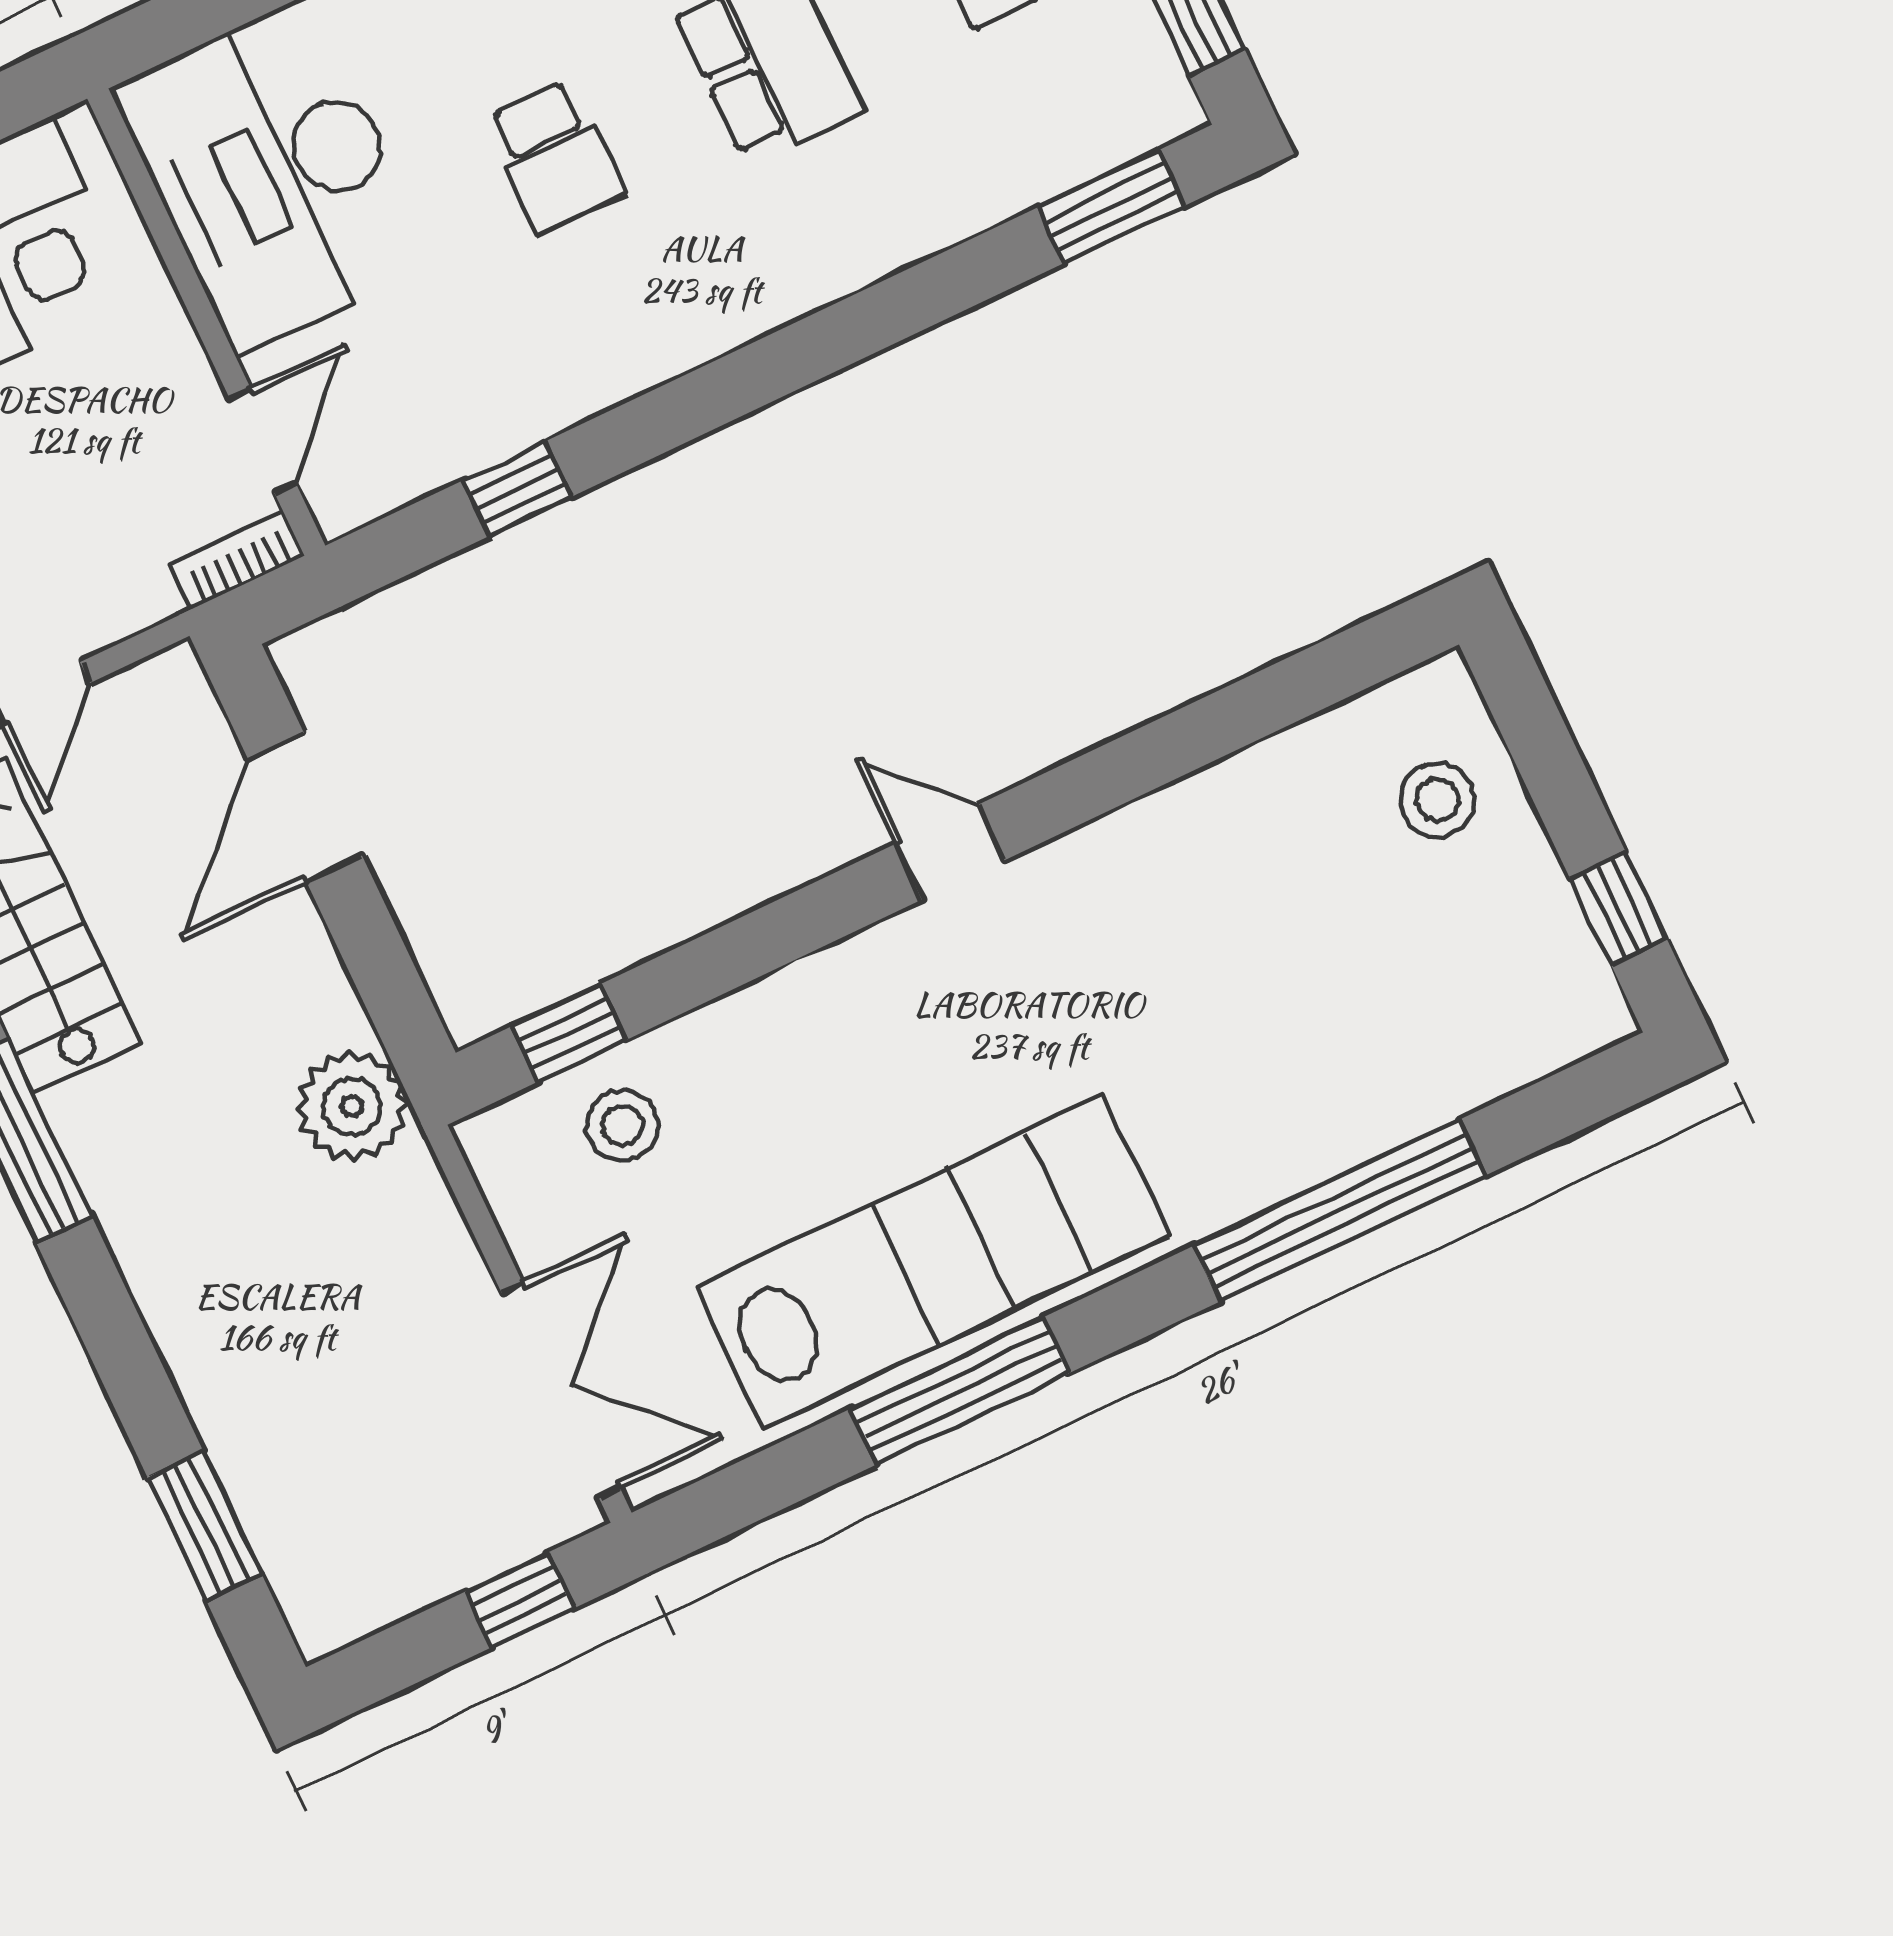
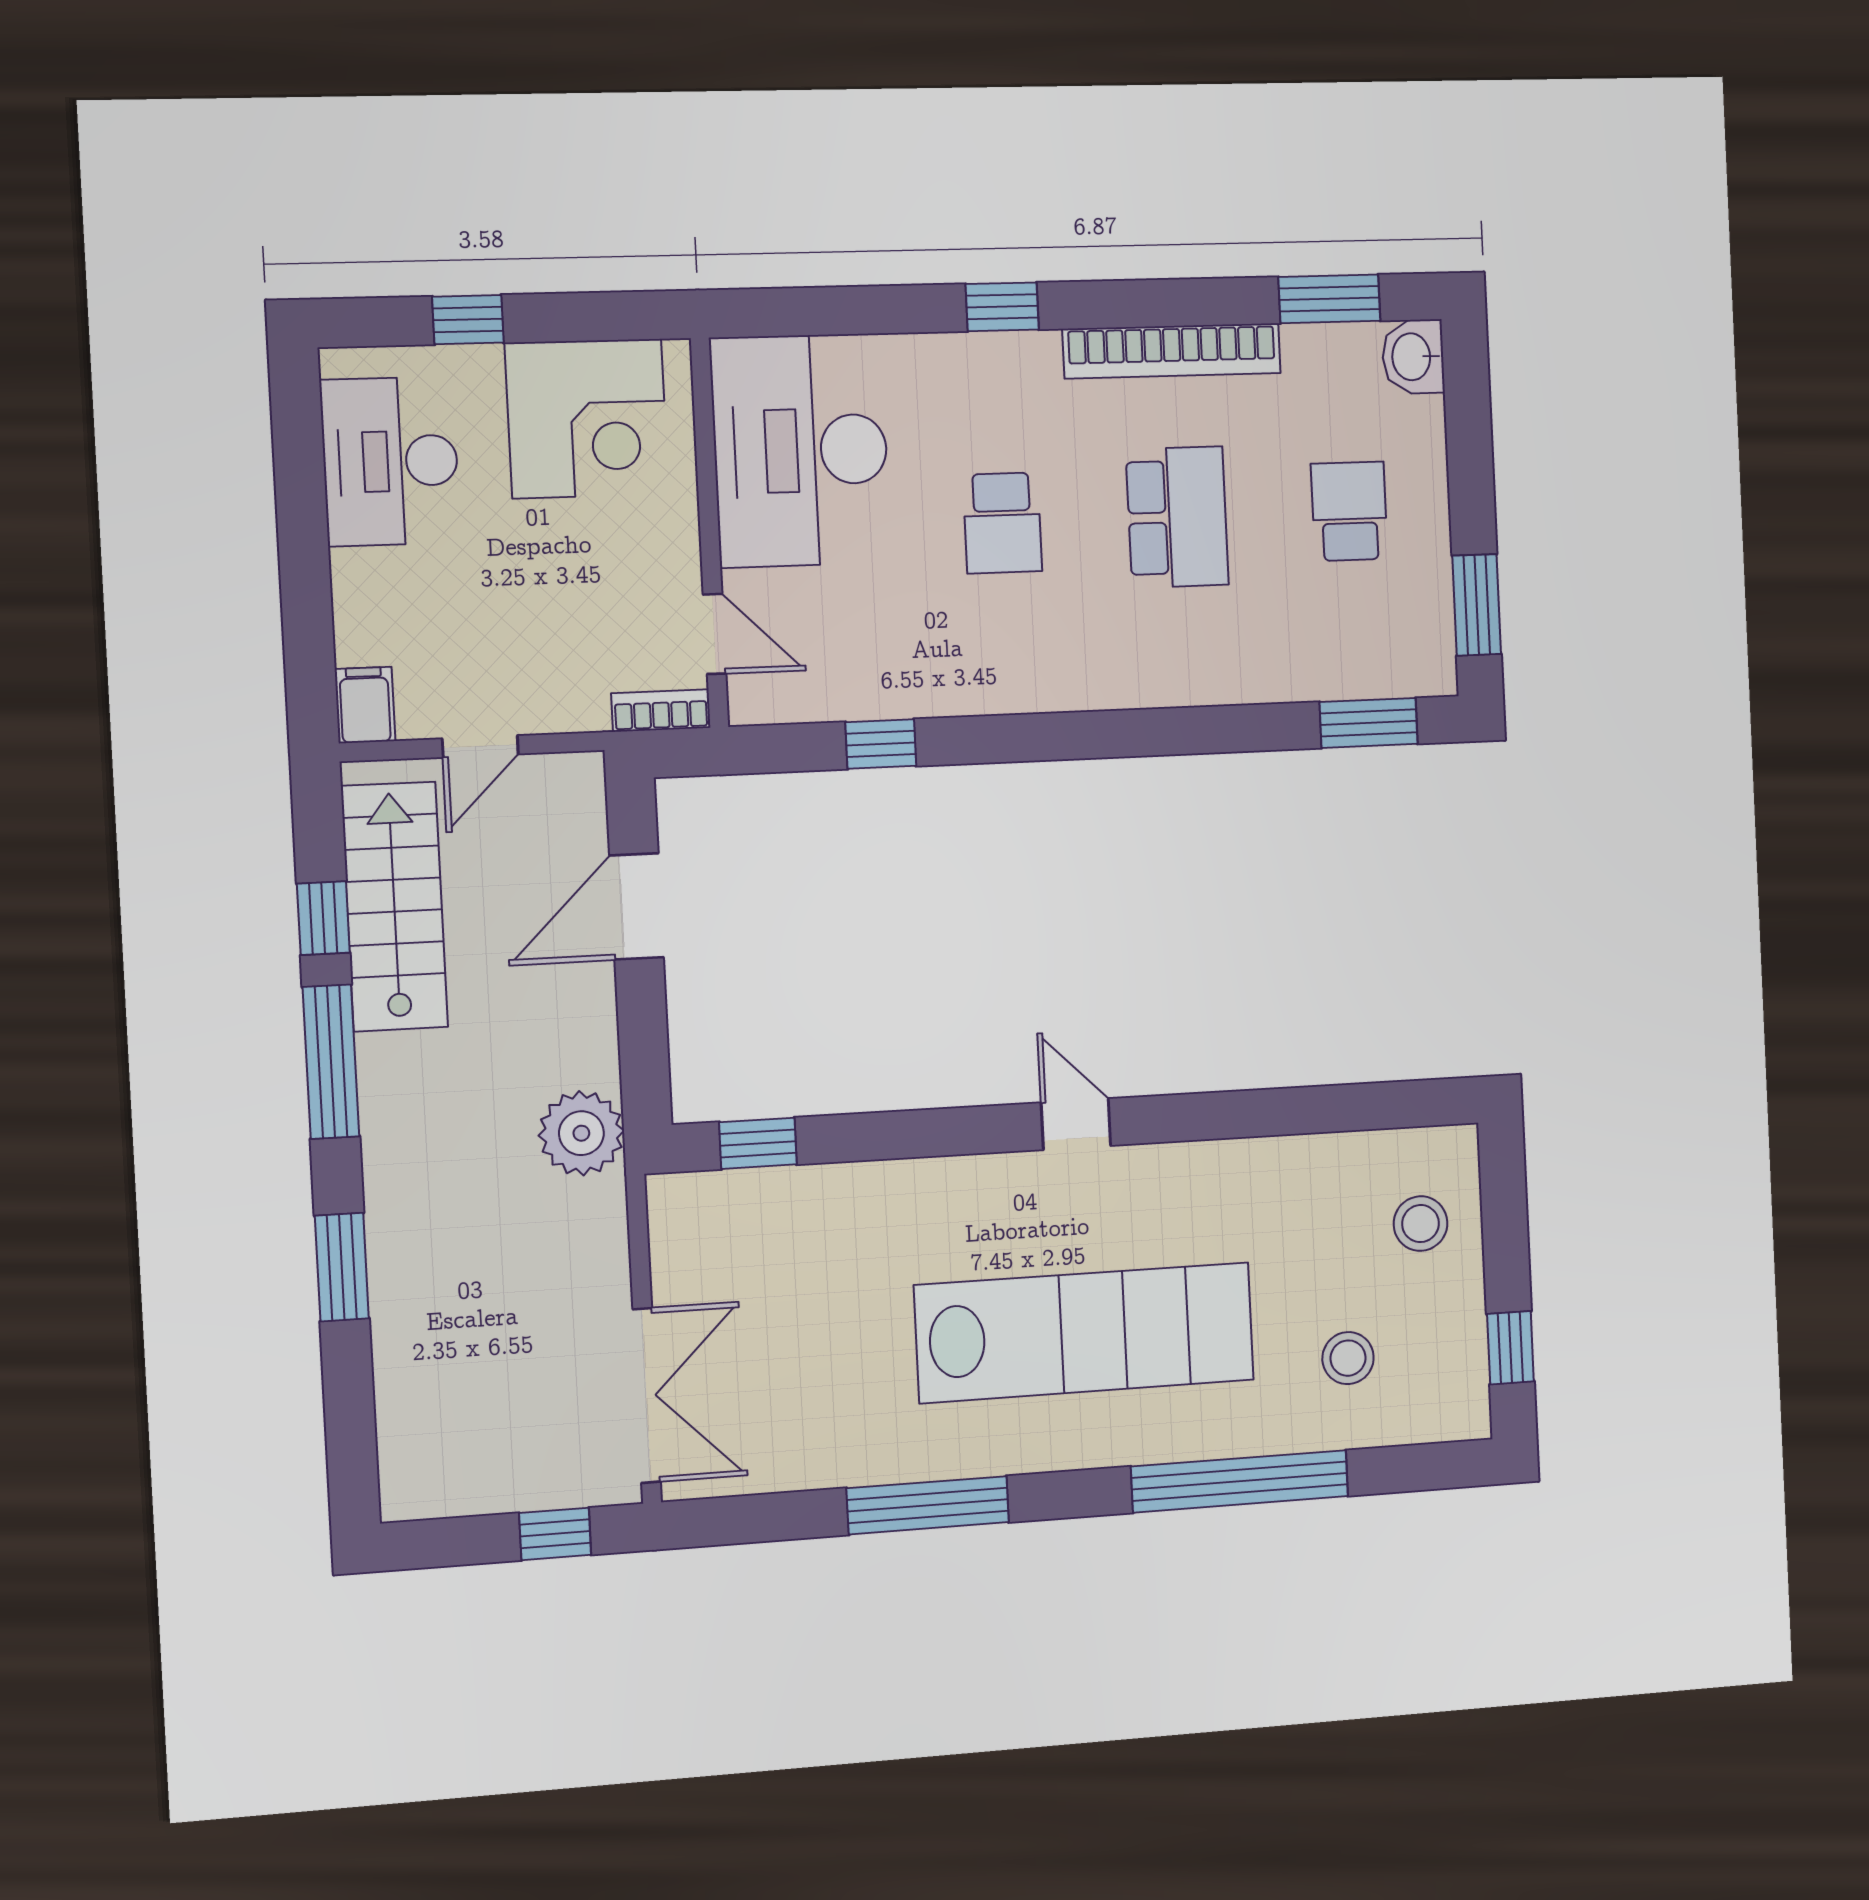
door: (263, 441) -> (715, 634), hinge flipped
stool: (622, 1125) -> (1348, 1358), moved
lab bench: (933, 1262) -> (1085, 1333), moved
window: (205, 1526) -> (342, 1267), moved

